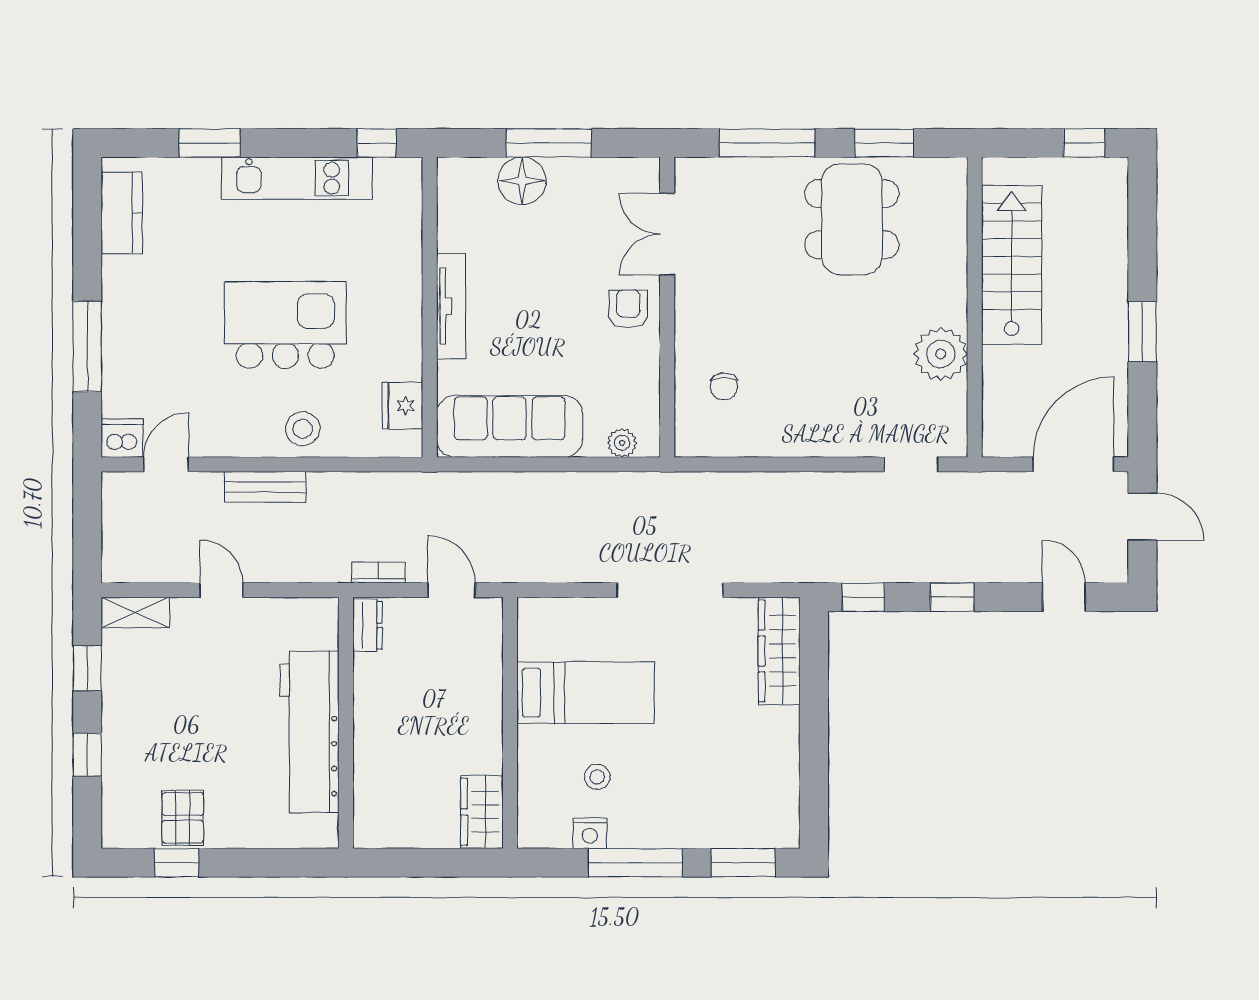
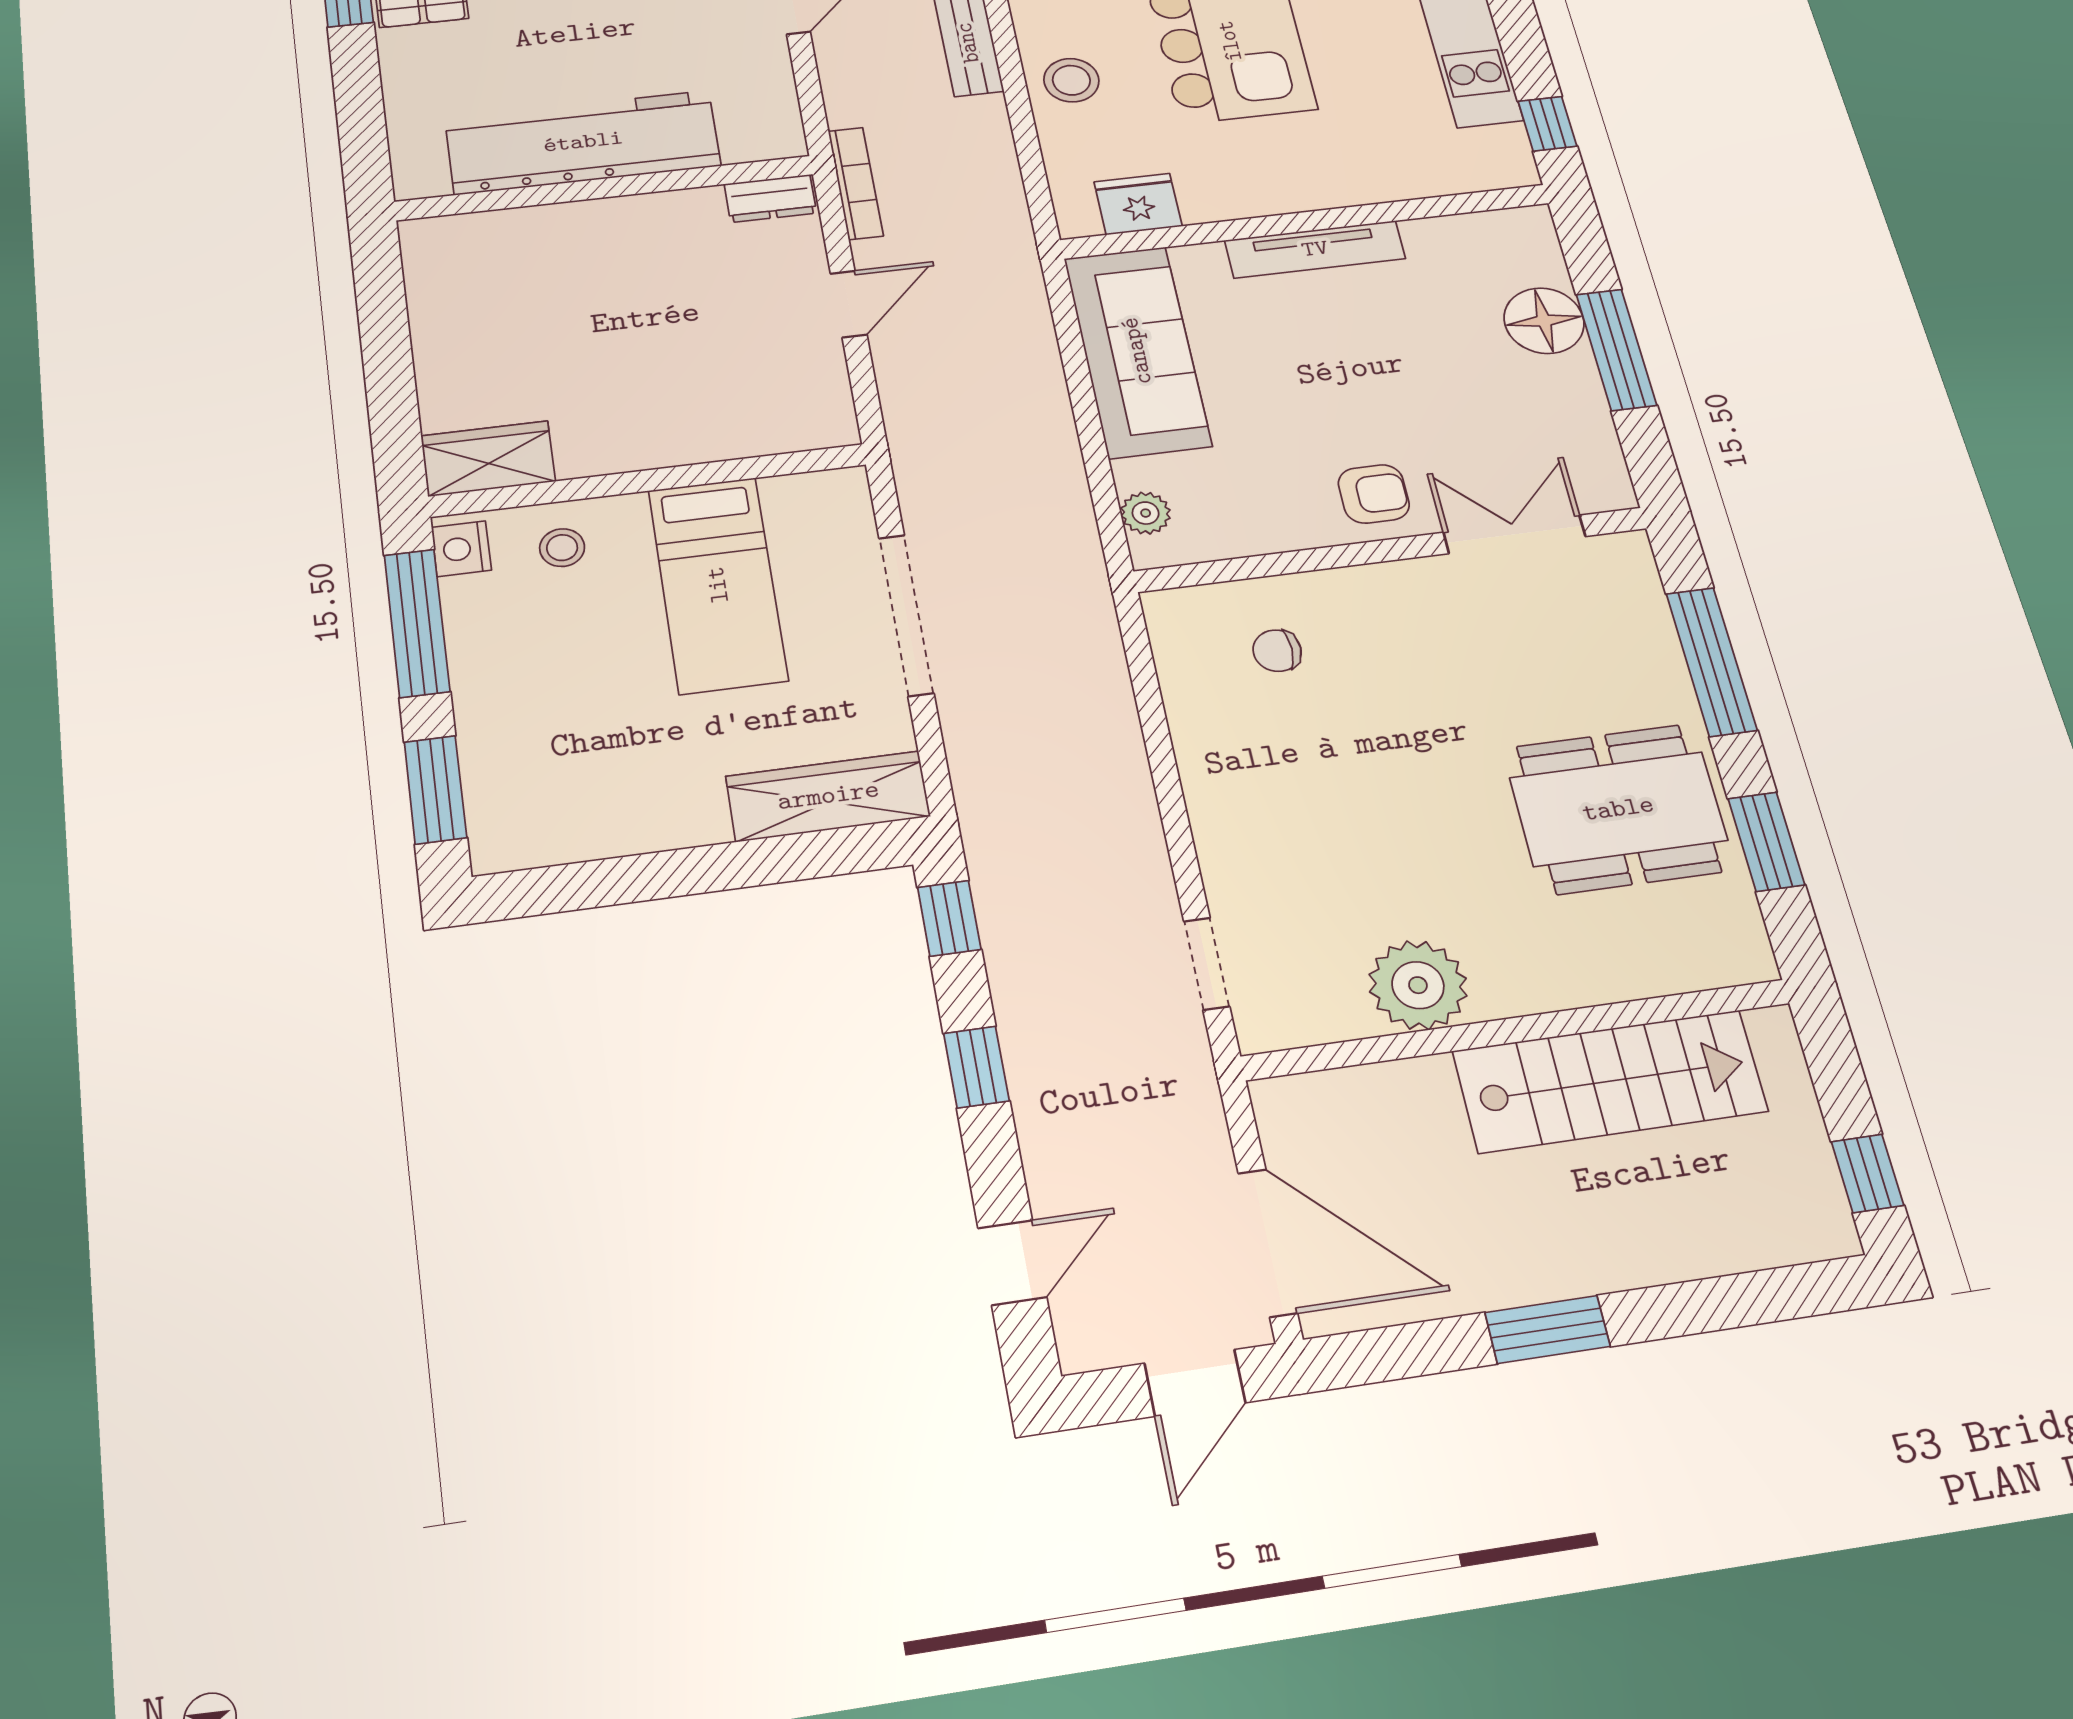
bookcase: (378, 573) -> (856, 183), width x1.56
bed: (586, 693) -> (718, 585), moved
wall: (510, 723) -> (648, 481), moved
wardrobe: (482, 812) -> (488, 459), moved

